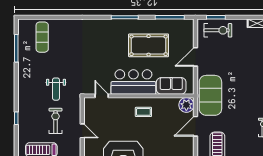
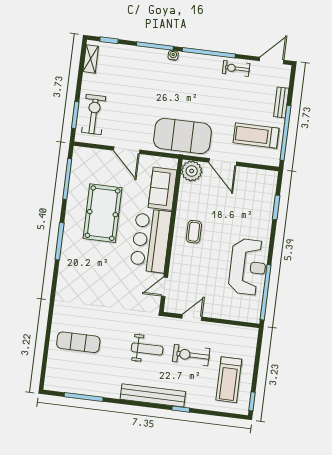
exercise mat: (42, 37) -> (78, 342), moved
bench: (23, 97) -> (153, 395), added
door: (82, 131) -> (192, 318), moved

